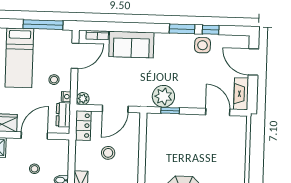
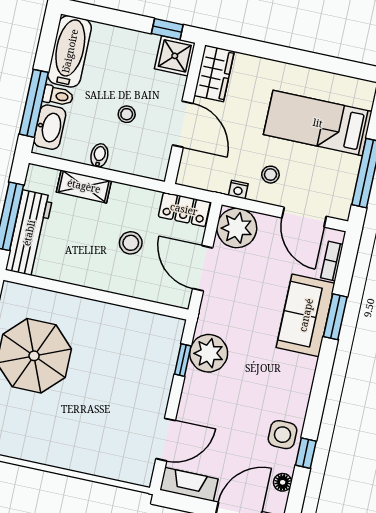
window: (182, 29) -> (335, 317), moved
floor lamp: (230, 40) -> (283, 482), added
plant: (83, 99) -> (237, 228), width x1.87, depth x1.87
dresser: (63, 115) -> (208, 179), removed

